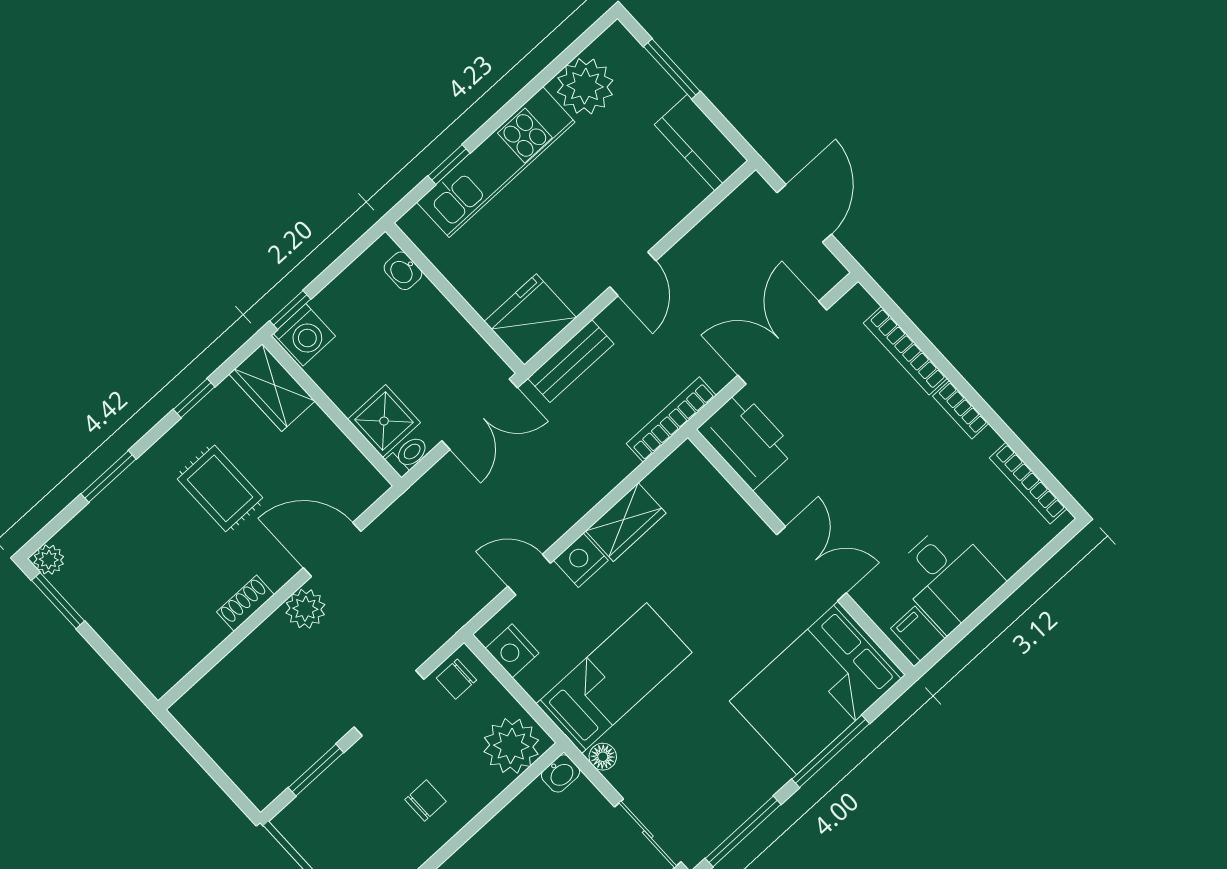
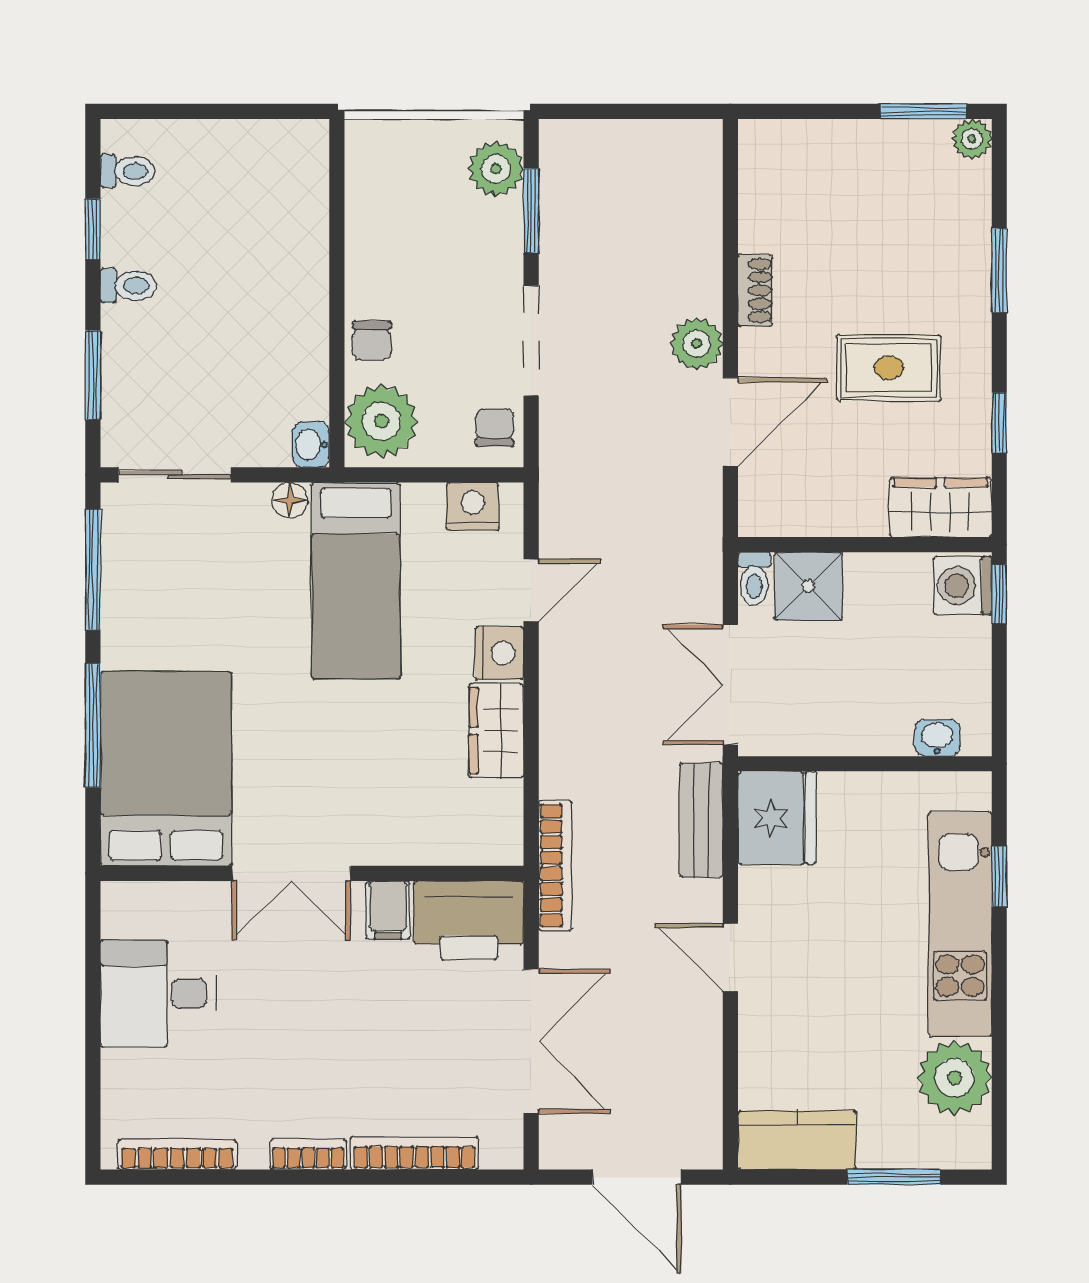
filing cabinet: (918, 634) -> (388, 910), moved, turned 90
chair: (426, 800) -> (372, 341), moved
plant: (310, 811) -> (496, 169), added

